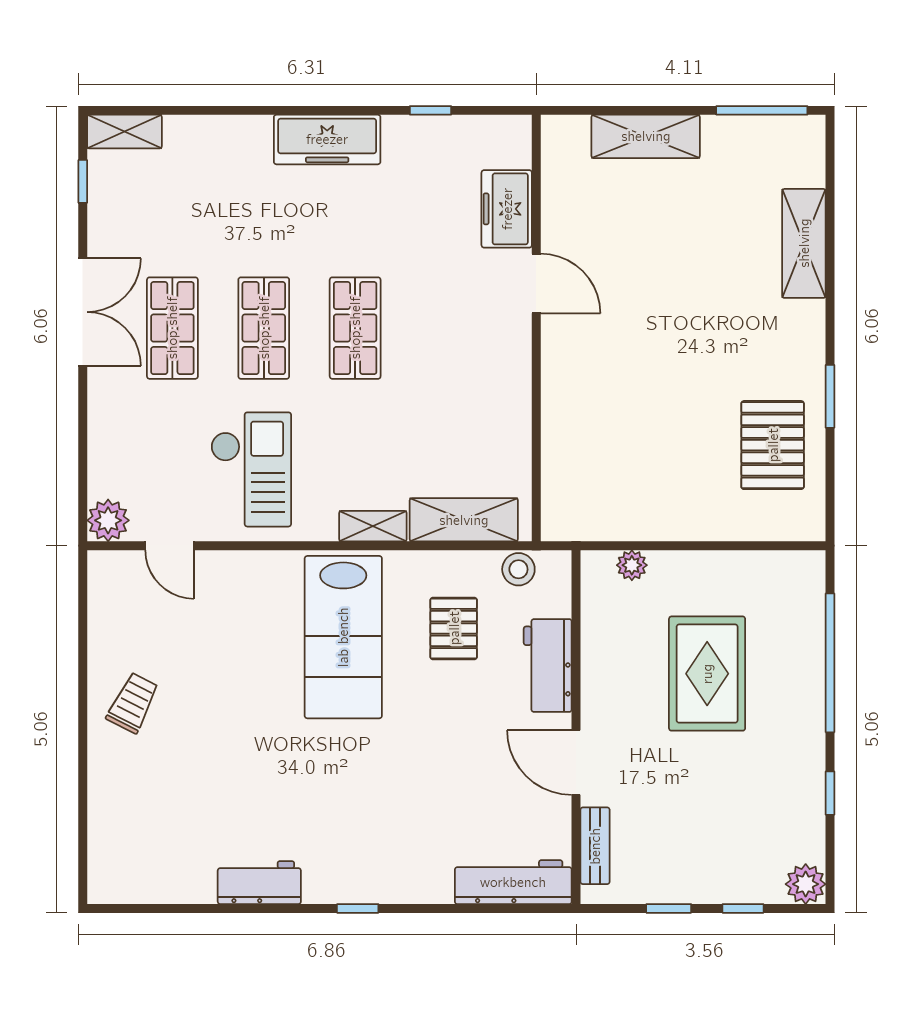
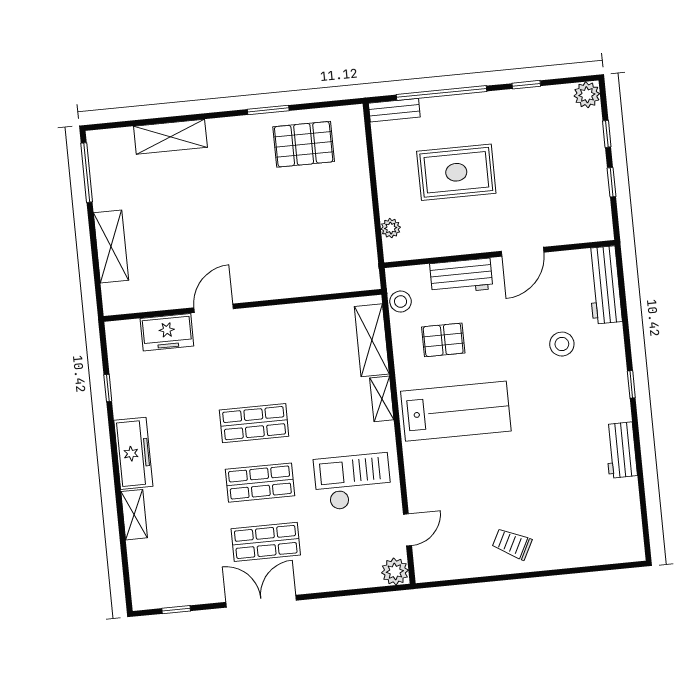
shelving: (124, 132) -> (134, 515), moved
stool: (430, 809) -> (562, 344), added
bench: (595, 846) -> (394, 110), moved

